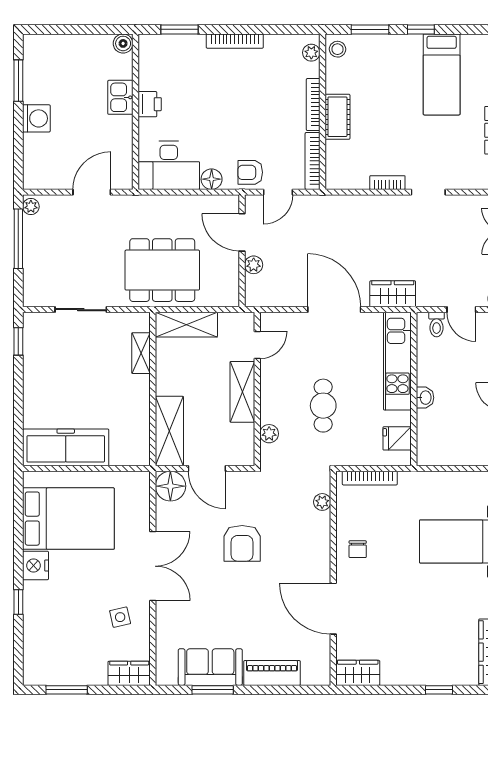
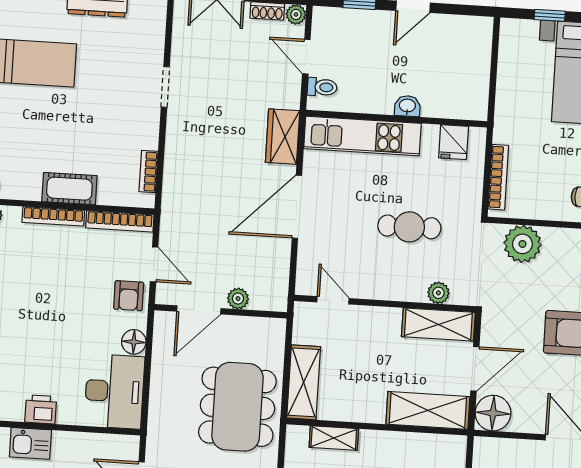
bookcase: (387, 183) -> (148, 172), moved
door: (461, 310) -> (306, 57), swing flipped
shelving: (242, 392) -> (438, 324), moved
plant: (322, 502) -> (522, 244), width x1.88, depth x1.88

